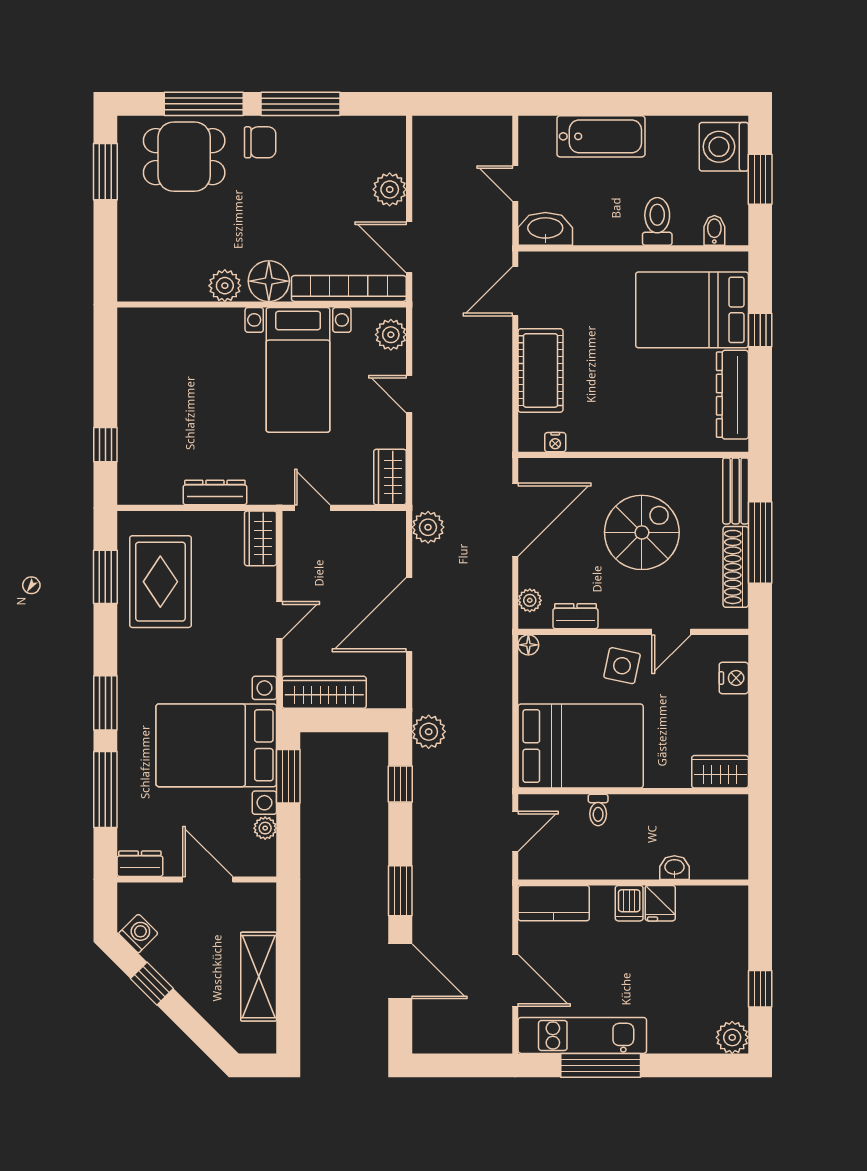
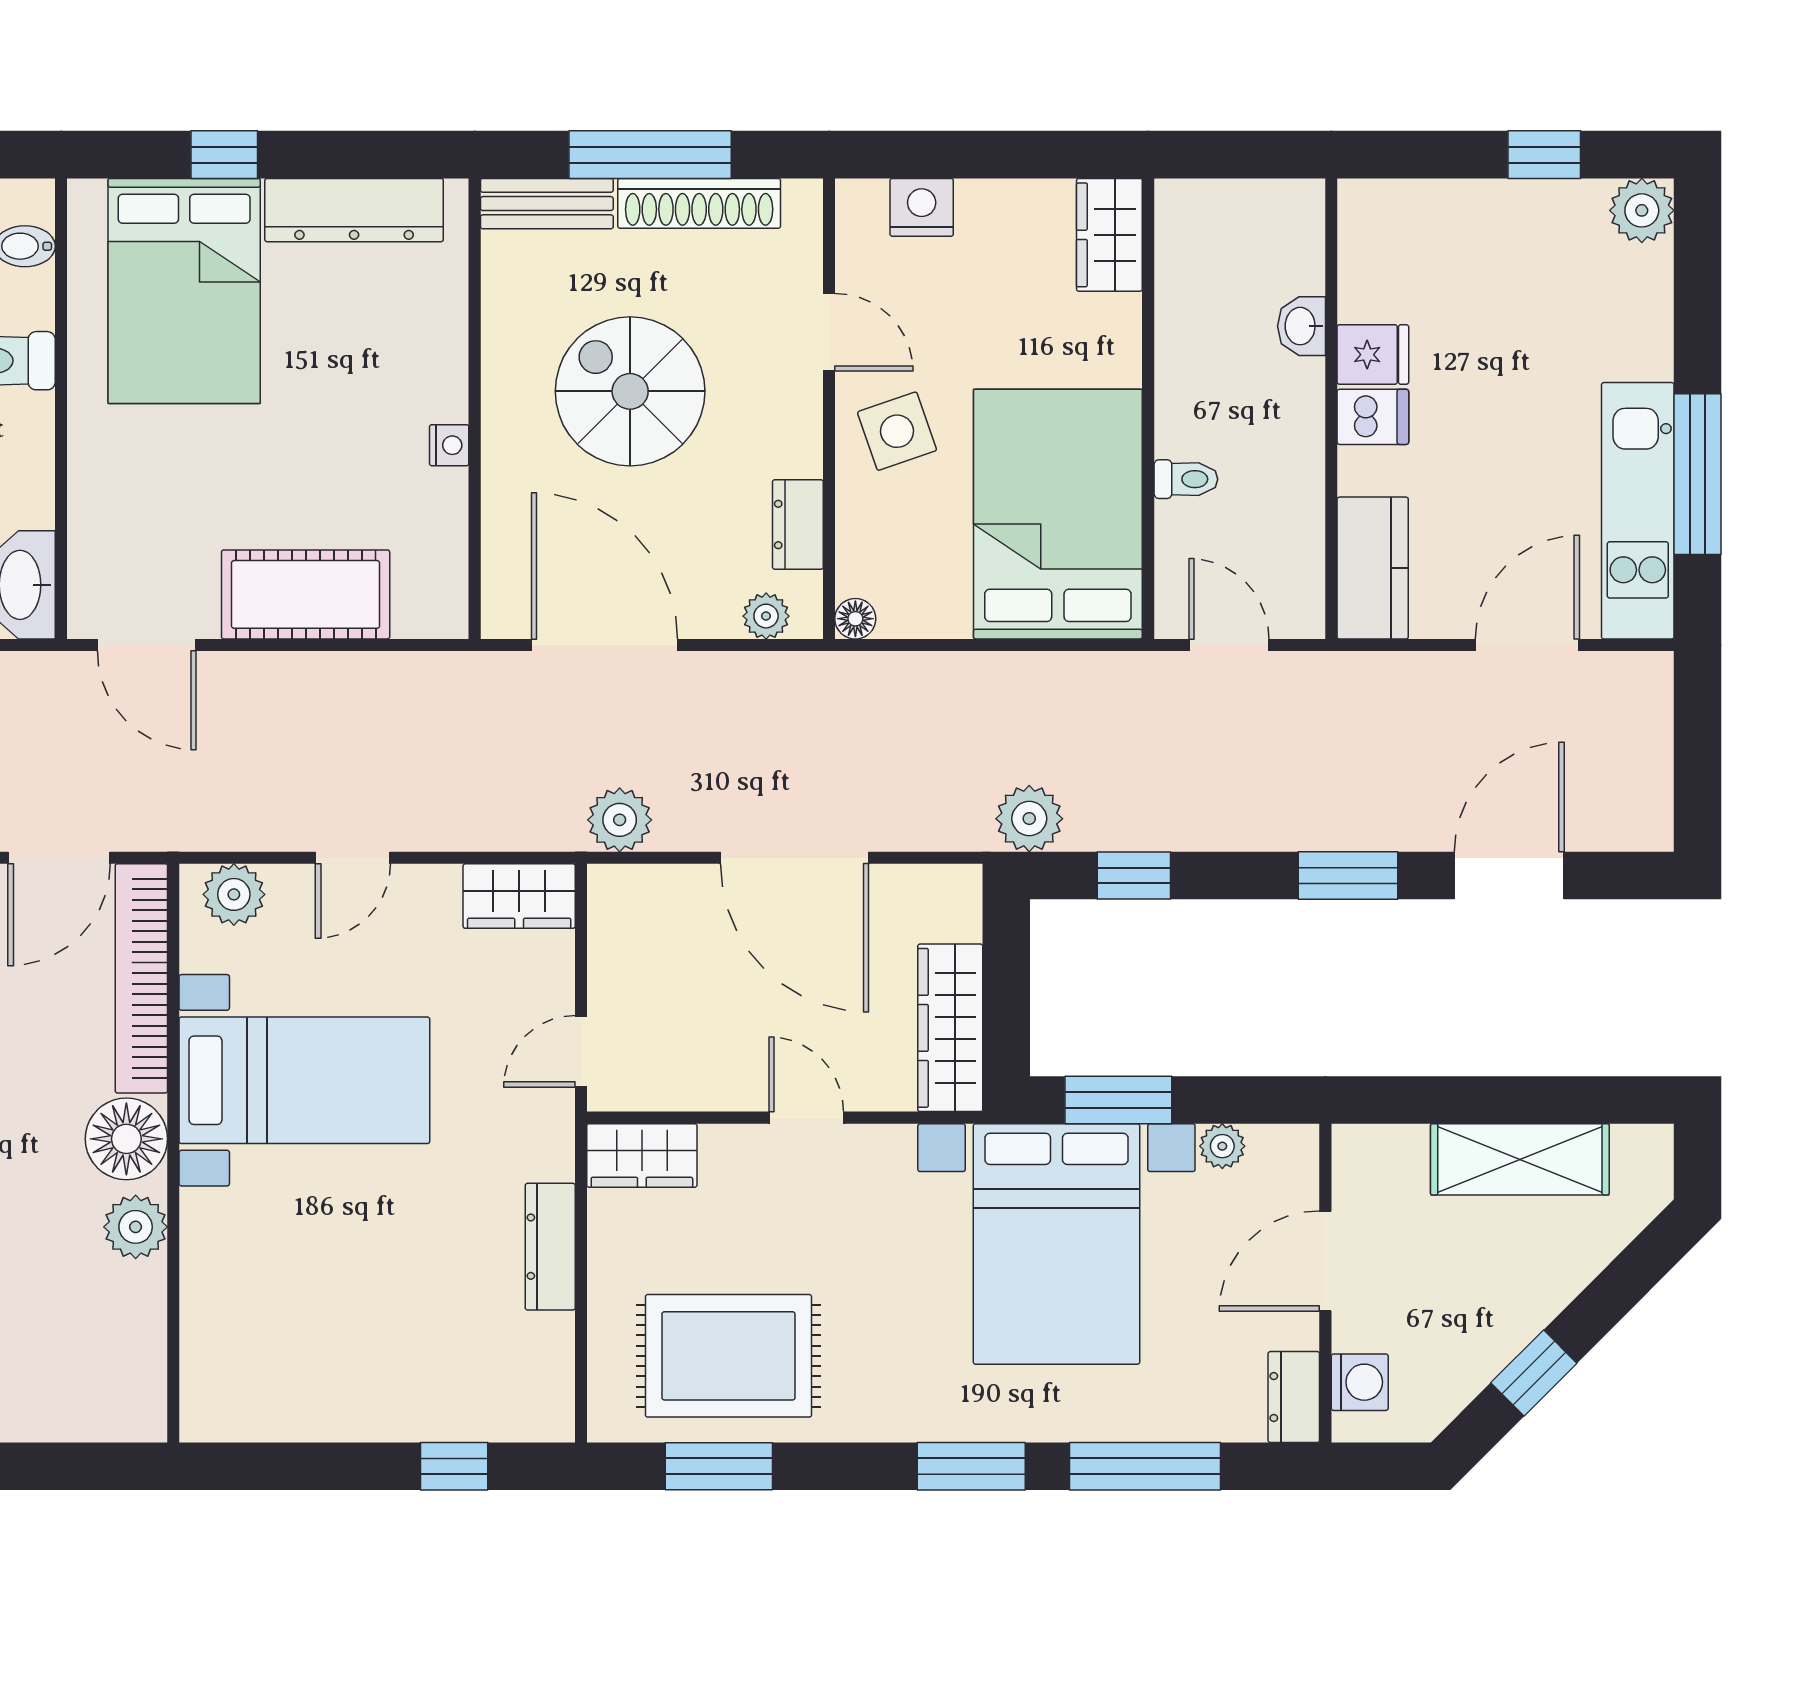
nightstand: (555, 442) -> (449, 445), moved
side table: (622, 666) -> (897, 431), turned -31
washing machine: (138, 933) -> (1360, 1382), moved, turned 135

